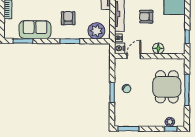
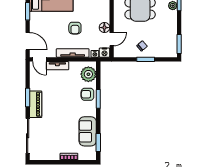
armchair: (68, 18) -> (87, 94), moved
floor lamp: (158, 48) -> (104, 28), moved
door: (134, 56) -> (112, 39), swing flipped

